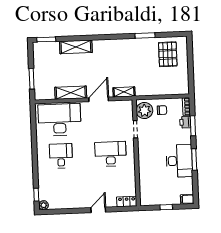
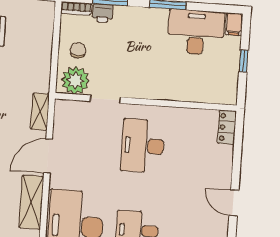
door: (99, 99) -> (48, 156), hinge flipped
desk: (179, 161) -> (196, 32), moved
door: (98, 210) -> (234, 203), moved

